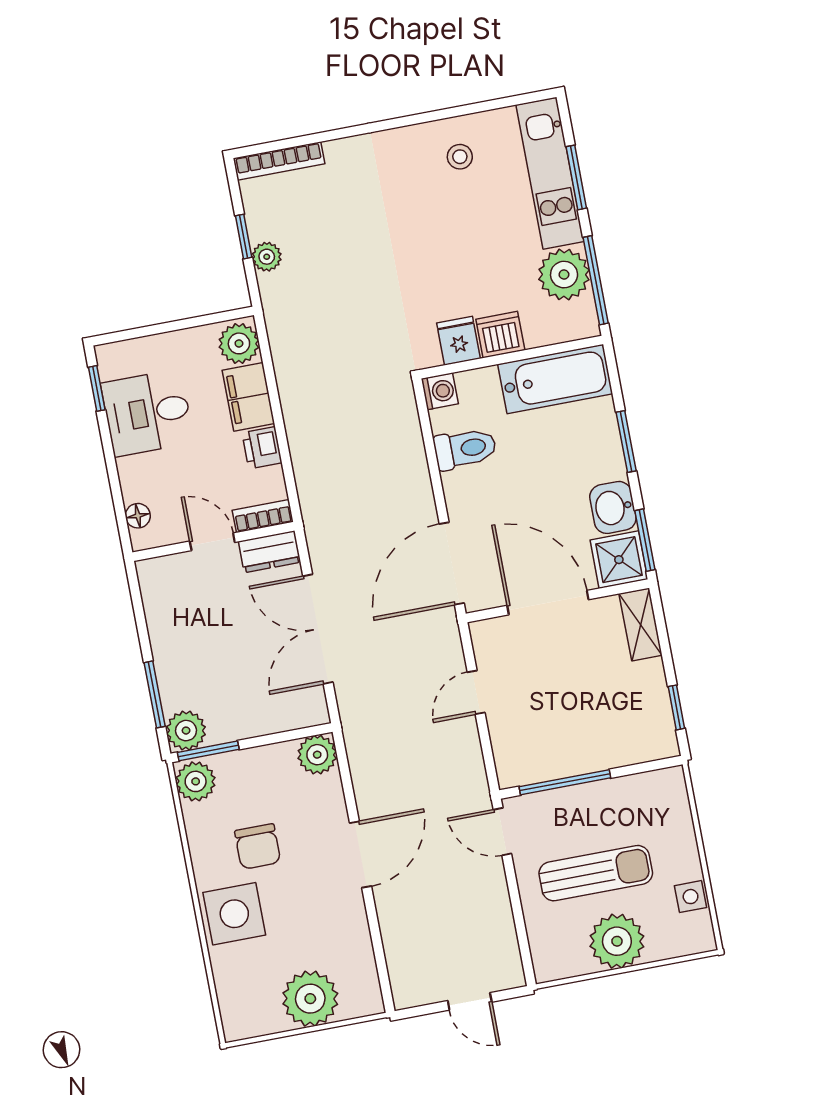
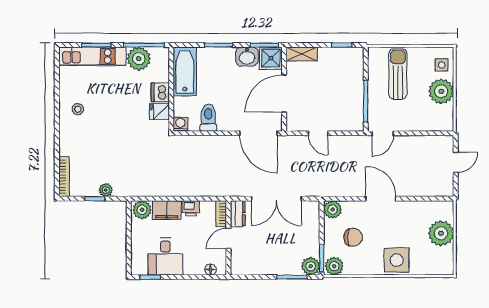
stool: (460, 157) -> (78, 109), moved
chair: (258, 847) -> (353, 237), moved
sun lounger: (596, 873) -> (398, 74), moved
side table: (691, 897) -> (442, 65), moved

